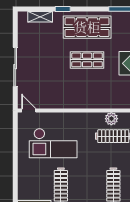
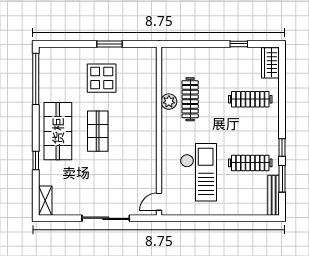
shelving: (40, 17) -> (45, 201), moved

